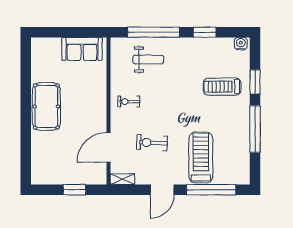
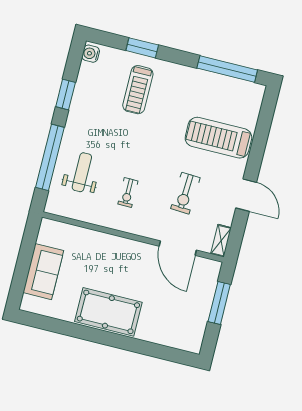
sofa: (82, 49) -> (43, 272), moved
exercise bike: (129, 102) -> (128, 192), moved
window: (255, 129) -> (227, 69), moved
window: (74, 190) -> (219, 303), width x1.44
window: (211, 190) -> (261, 135), removed

